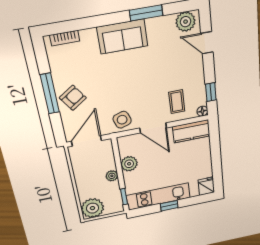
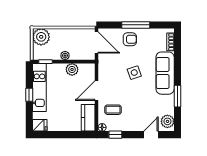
sofa: (122, 36) -> (165, 73), width x1.36
armchair: (73, 98) -> (130, 39), turned -56
side table: (122, 120) -> (134, 73), moved

